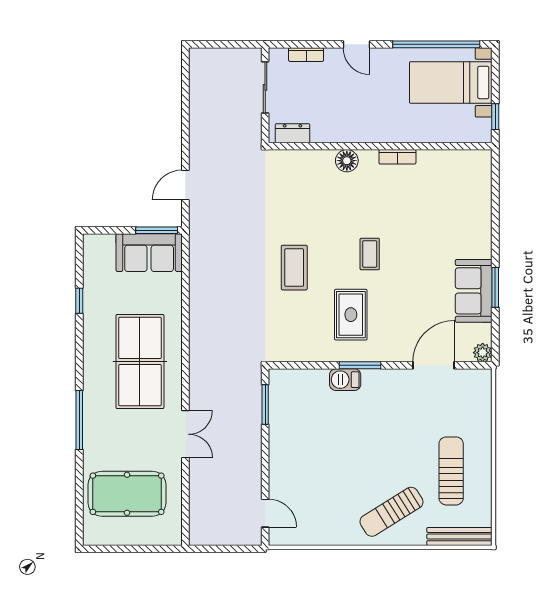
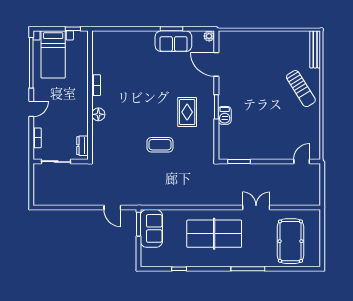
coffee table: (370, 254) -> (152, 101), removed
rug: (351, 315) -> (187, 112), turned 90
sun lounger: (451, 471) -> (277, 54), removed

